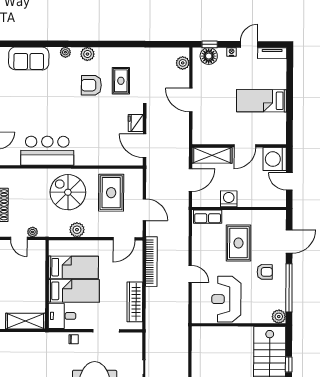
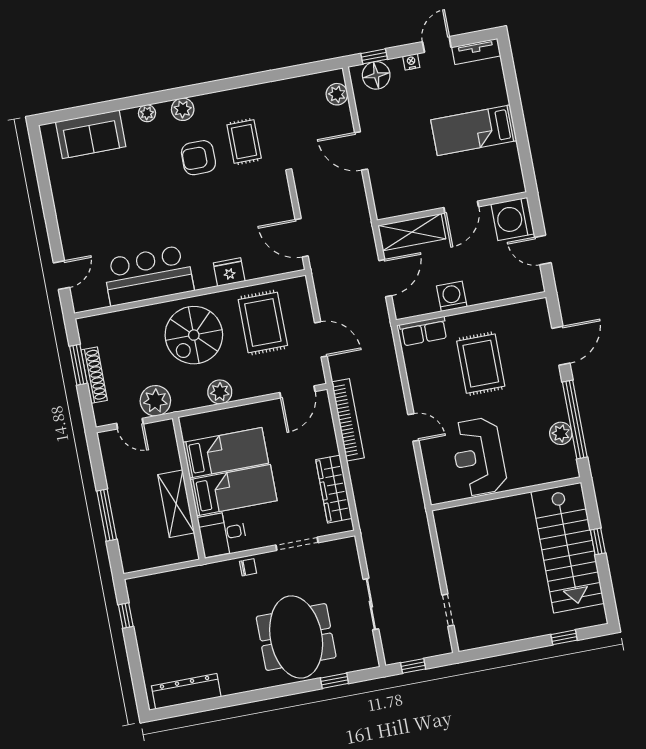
fridge: (136, 123) -> (229, 272), moved, turned 90
spiral stairs: (68, 192) -> (194, 335), turned -90
plant: (32, 232) -> (155, 401), width x1.88, depth x1.88
armchair: (265, 272) -> (531, 402), removed
plant: (279, 317) -> (561, 433), moved
shelving: (25, 321) -> (176, 504), moved, turned 90

